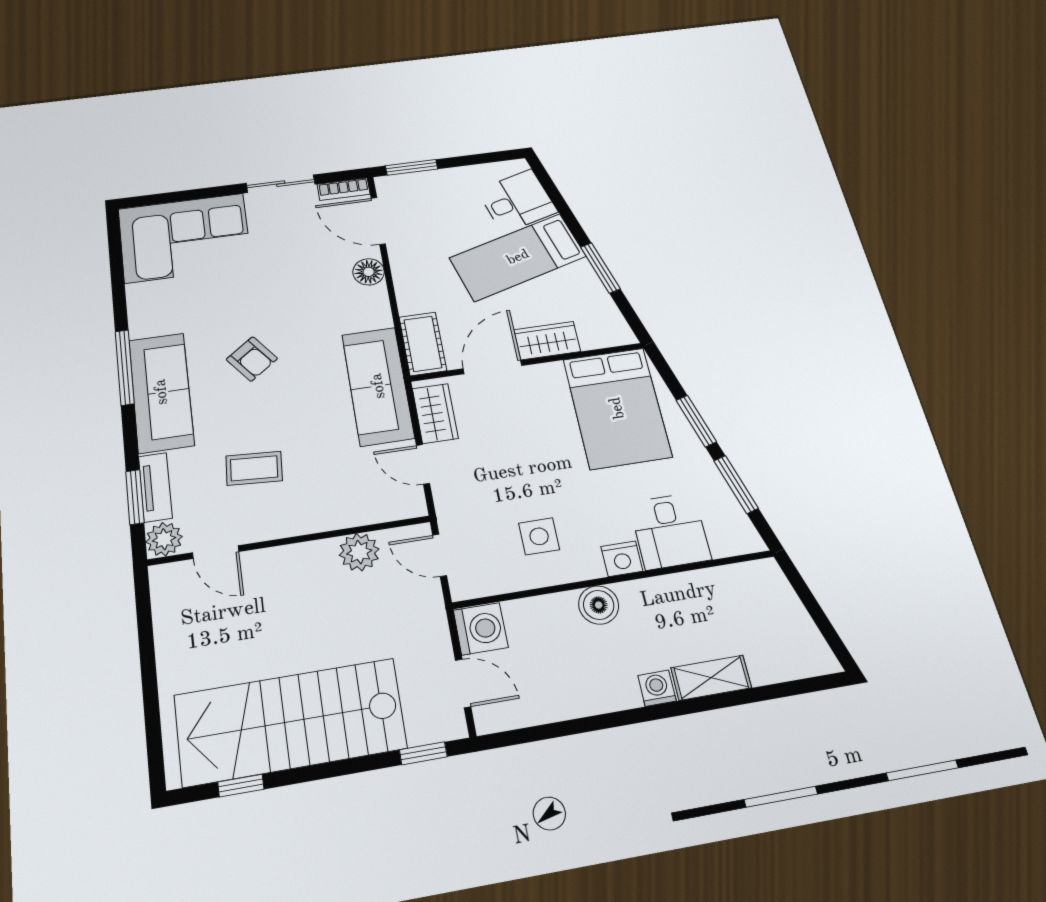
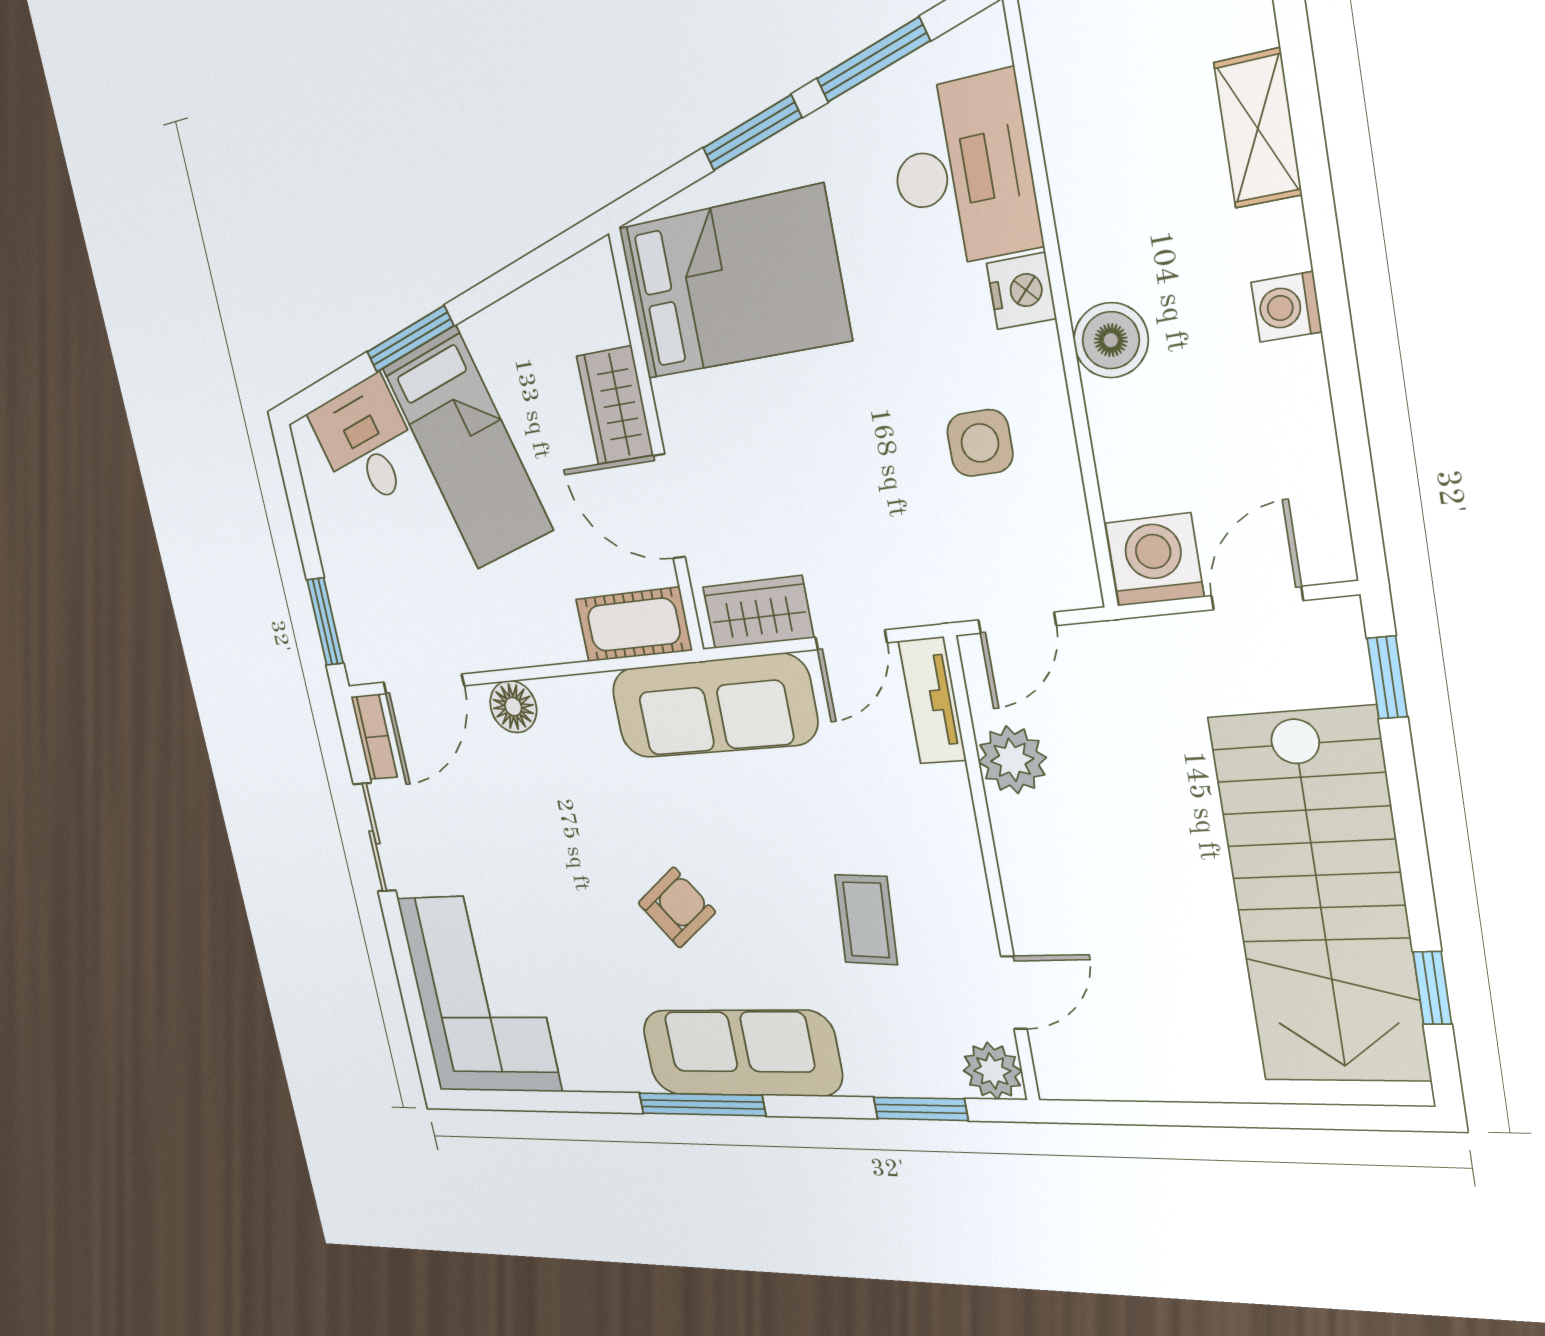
window: (600, 268) -> (410, 339), moved
tv unit: (155, 487) -> (932, 701), moved, turned -90
desk: (670, 531) -> (963, 171), width x1.37
washing machine: (657, 688) -> (1286, 307), moved

